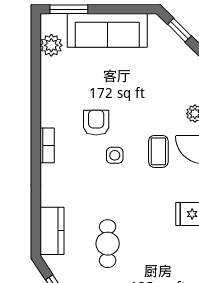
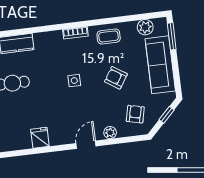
armchair: (173, 75) -> (135, 114), added
armchair: (96, 123) -> (116, 78), moved, turned -147
coffee table: (158, 151) -> (109, 36), moved

